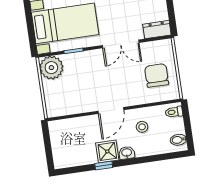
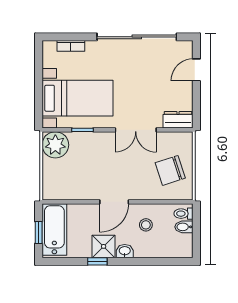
chair: (157, 75) -> (170, 170), turned -108
bidet: (178, 140) -> (184, 227), moved
bathtub: (61, 143) -> (54, 229), added
window: (48, 148) -> (39, 233), added

